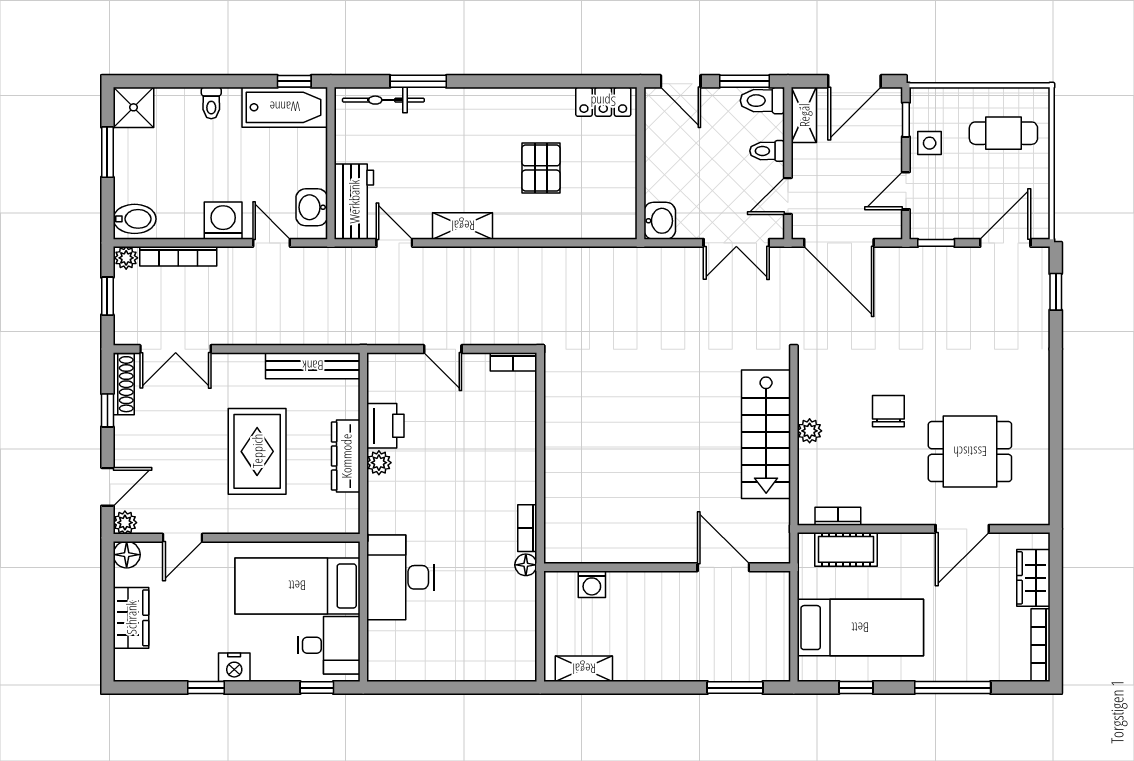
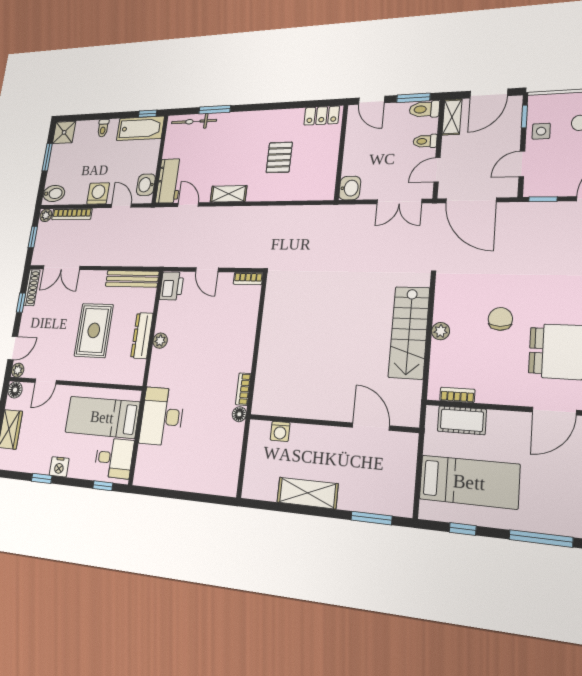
printer: (385, 426) -> (172, 286), moved
shelving: (584, 669) -> (307, 493), moved, width x1.50, depth x1.33

